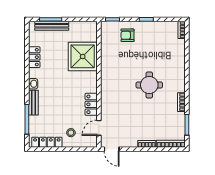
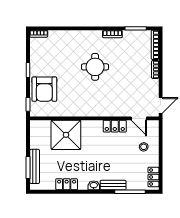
armchair: (127, 35) -> (44, 89), width x1.88, depth x1.88
locker: (47, 142) -> (153, 177), width x0.66

